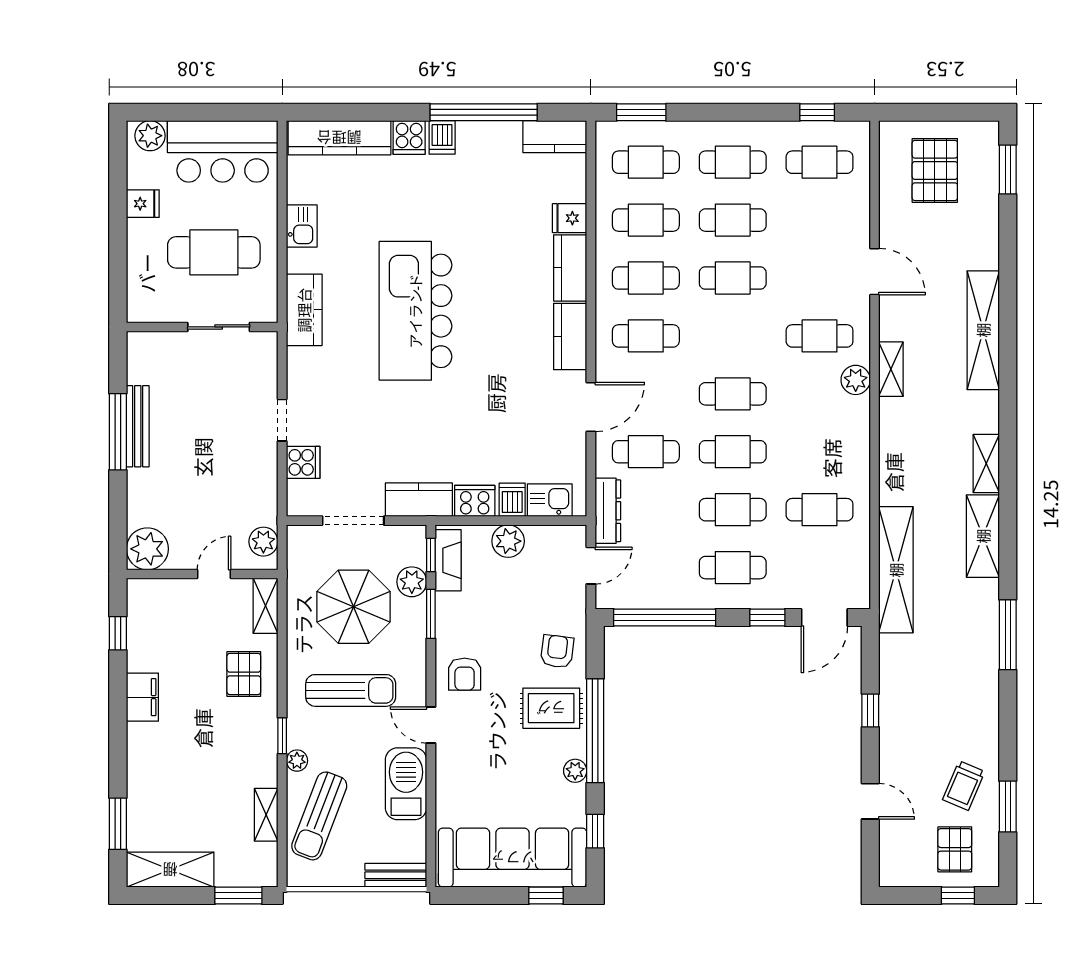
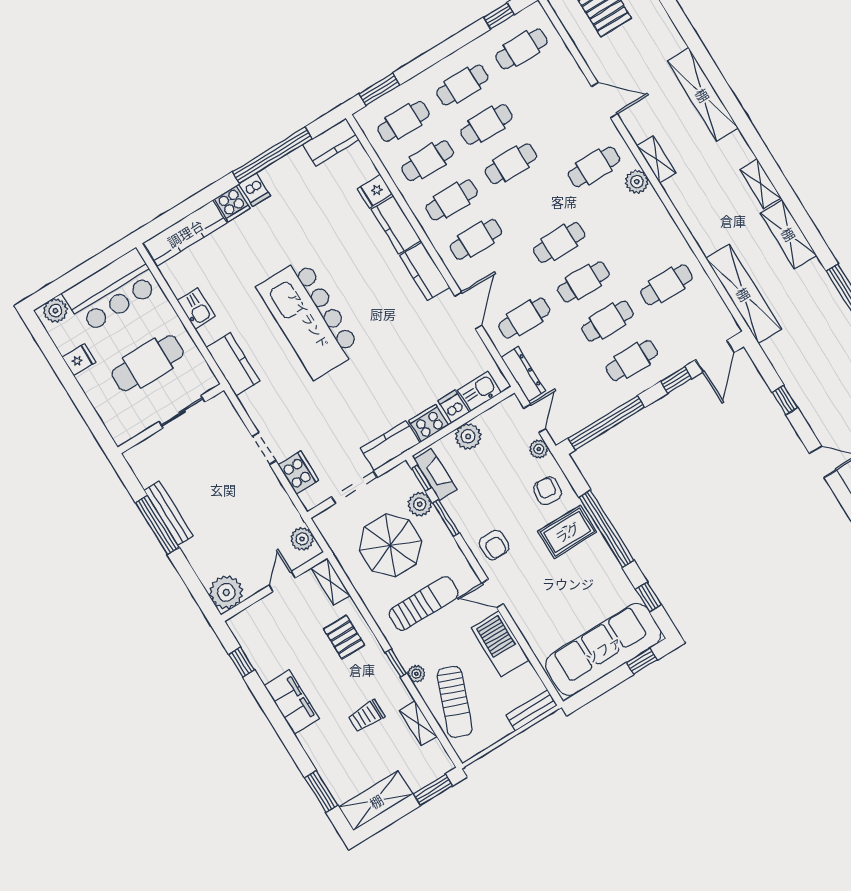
cooker: (303, 462) -> (298, 472), width x1.36
filing cabinet: (142, 697) -> (292, 702), width x1.50, depth x1.17
plant: (575, 771) -> (539, 449), moved
trolley: (215, 773) -> (366, 716), added

